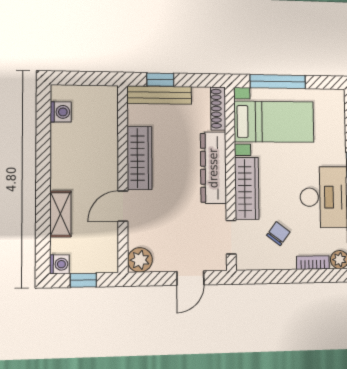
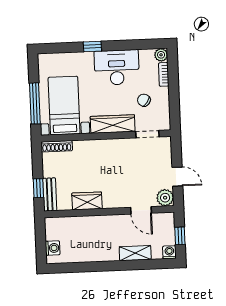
bench: (159, 95) -> (50, 194), width x0.73
washing machine: (61, 112) -> (53, 248), moved, turned 90
wardrobe: (140, 158) -> (87, 201), width x0.67
dresser: (213, 168) -> (99, 148), removed
door: (123, 206) -> (141, 210), moved
door: (190, 278) -> (177, 177), moved

